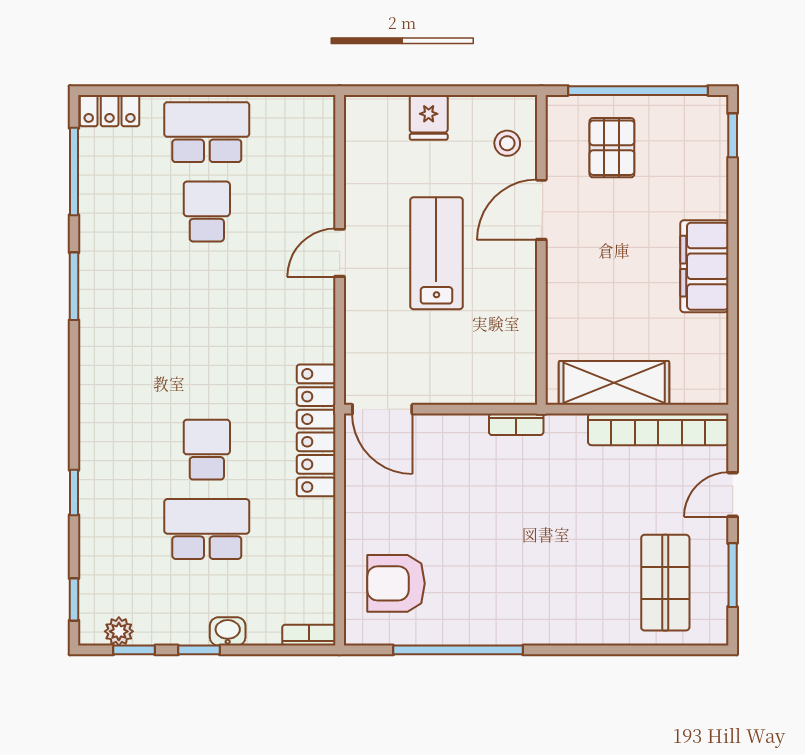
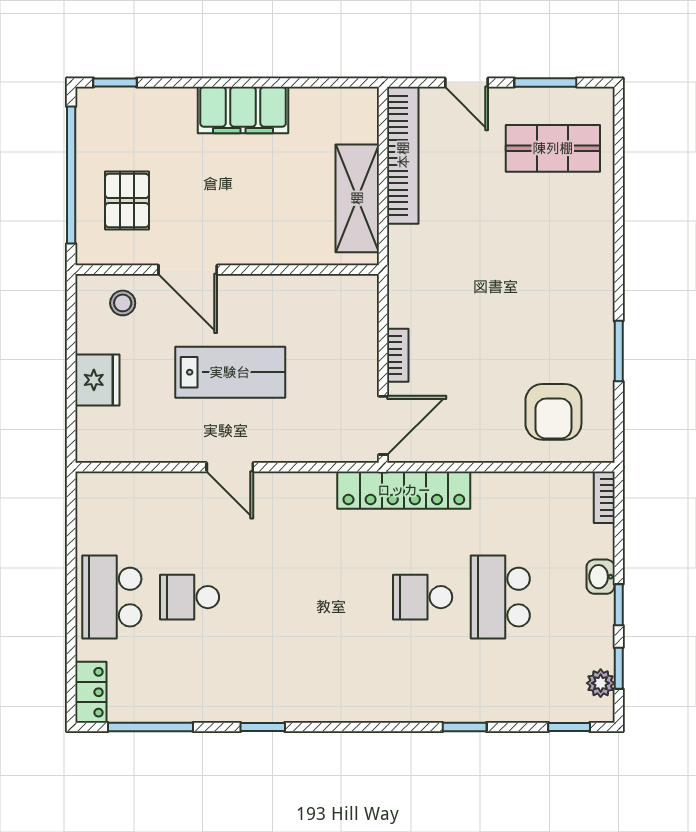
fridge: (429, 117) -> (97, 380), width x1.38
pallet: (612, 148) -> (127, 201), turned 90
lab bench: (436, 253) -> (230, 372), turned 180
window: (74, 286) -> (263, 727), width x0.67
bookcase: (516, 424) -> (398, 355), moved
window: (458, 650) -> (619, 351), width x0.47

